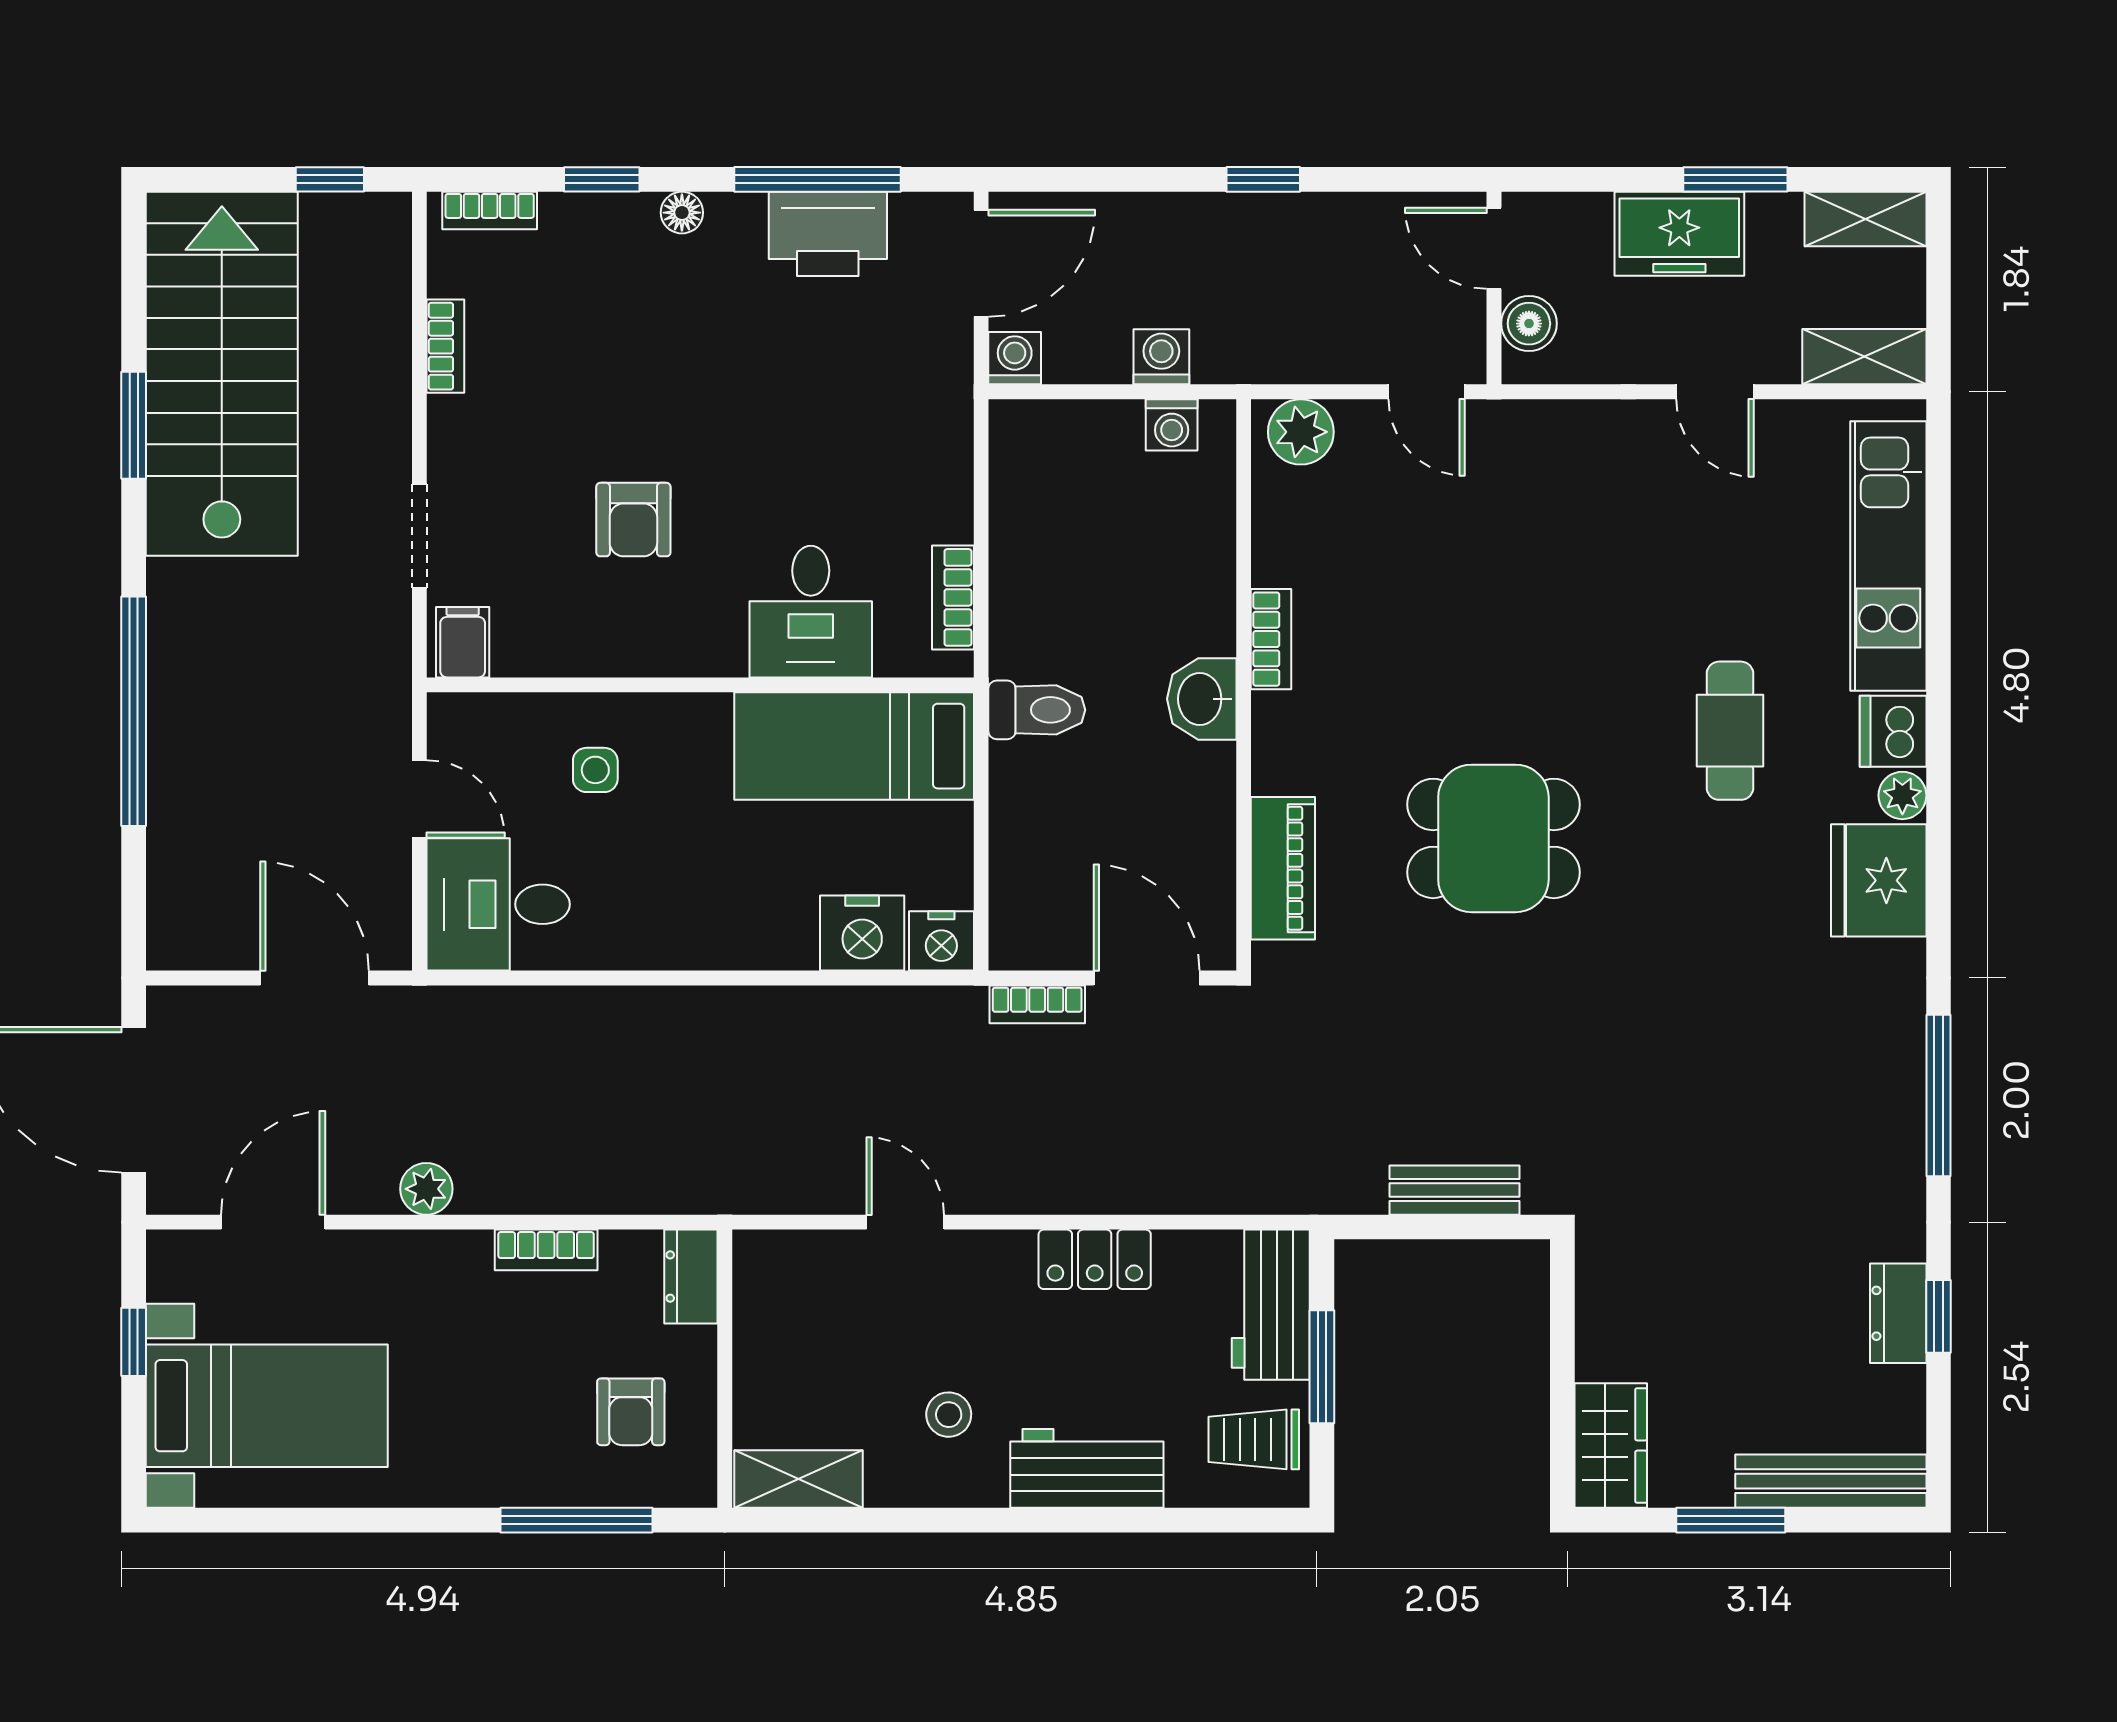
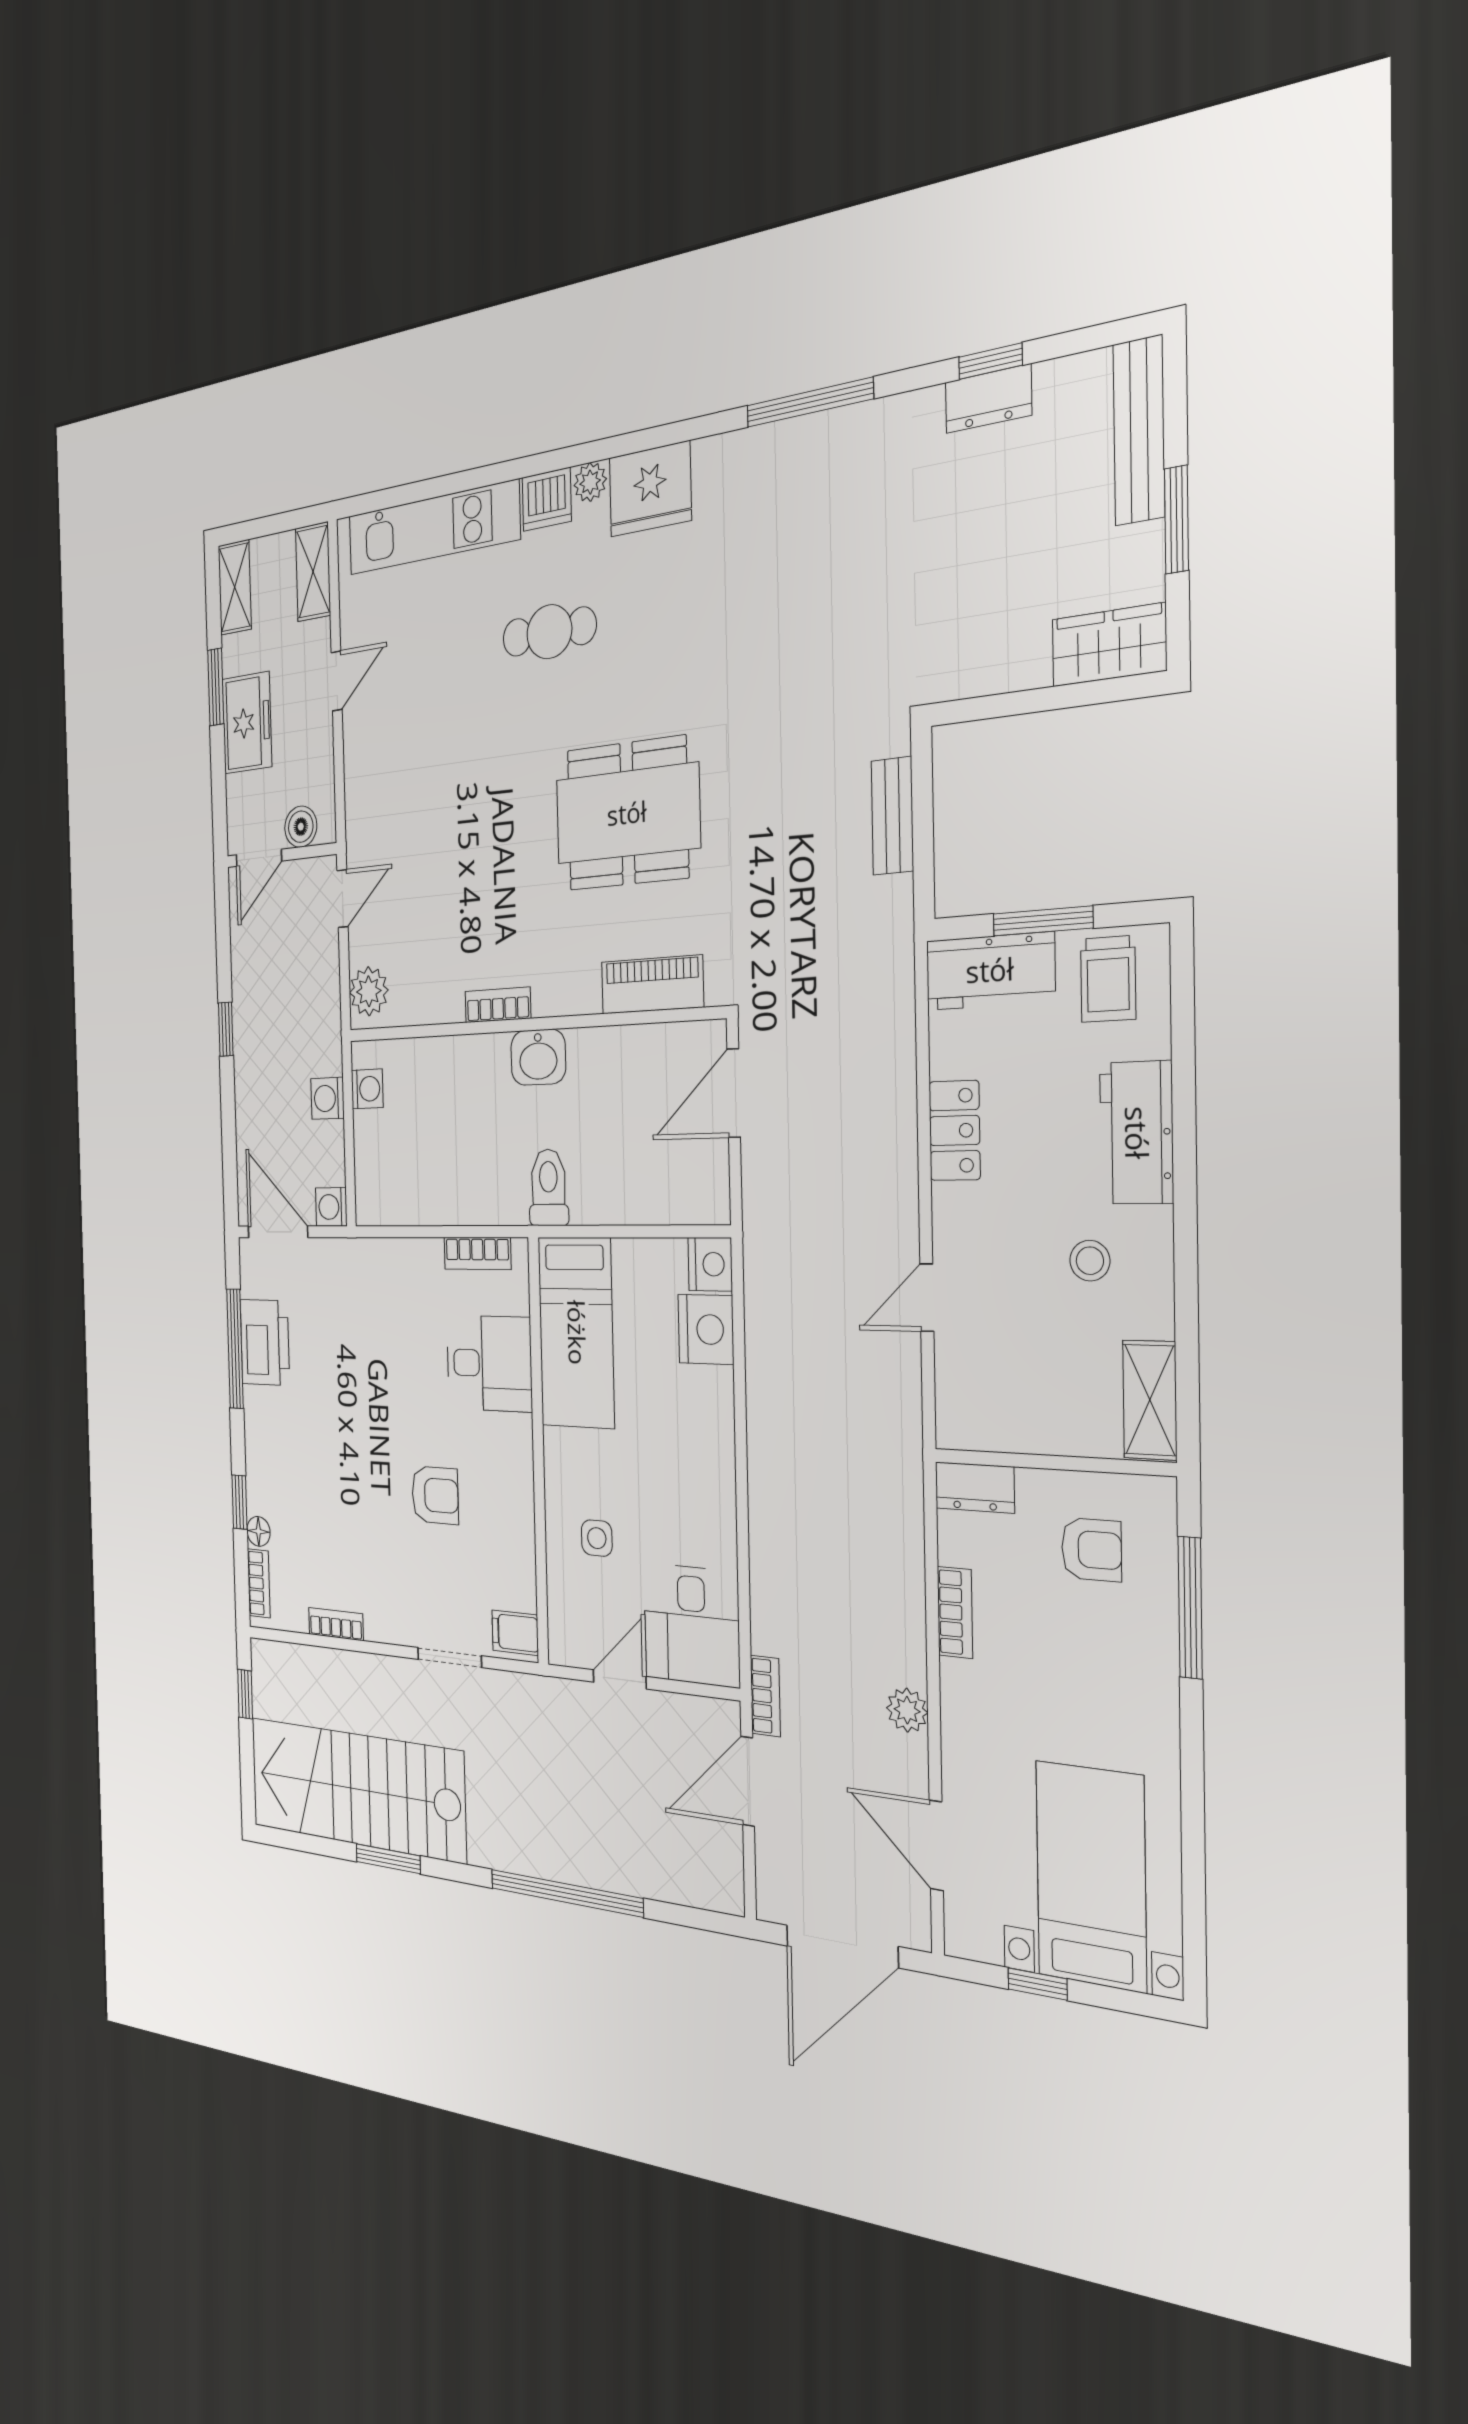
floor lamp: (682, 213) -> (258, 1531), moved
dining table: (1493, 838) -> (627, 814), width x1.37
bookcase: (1037, 1004) -> (765, 1696), moved

